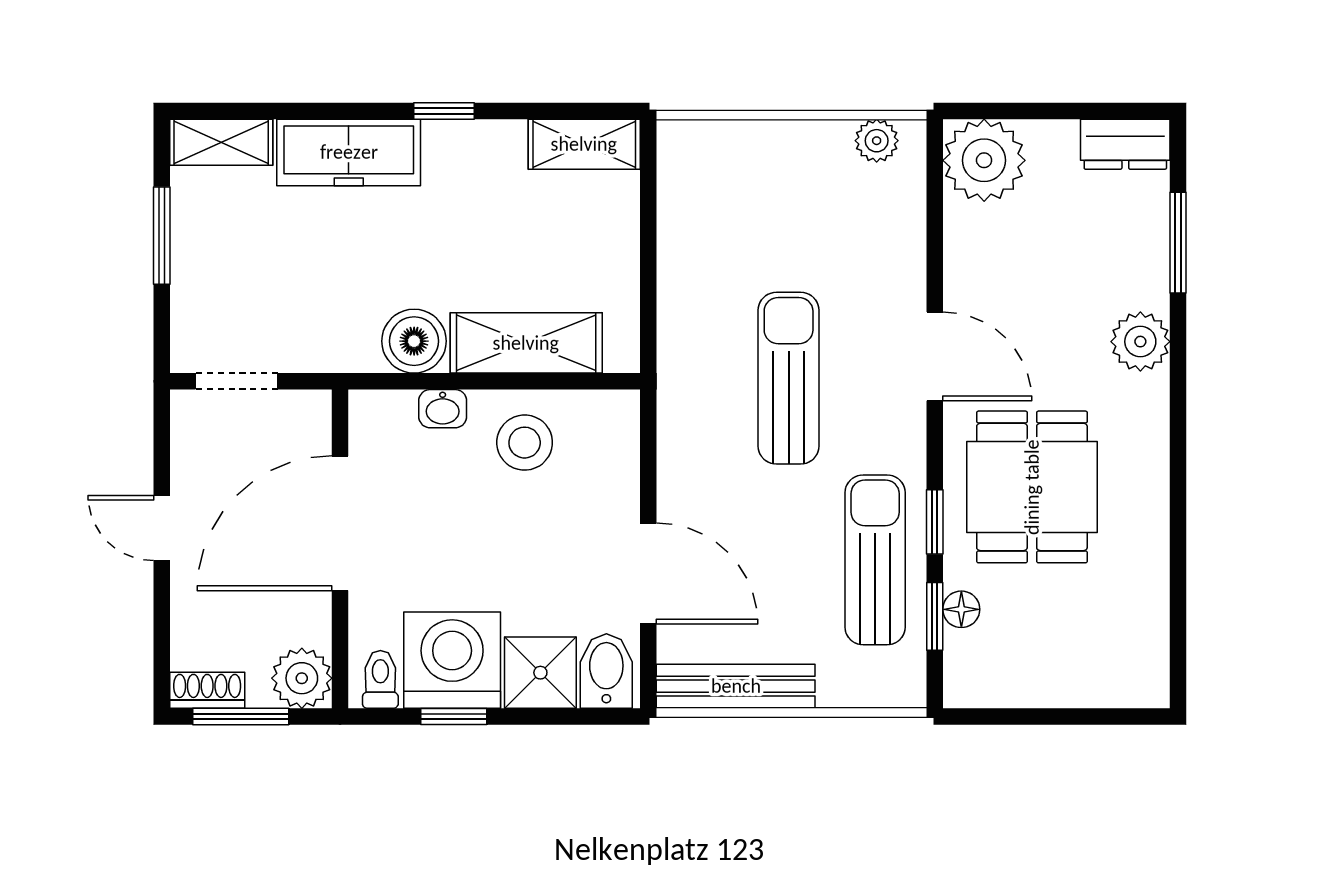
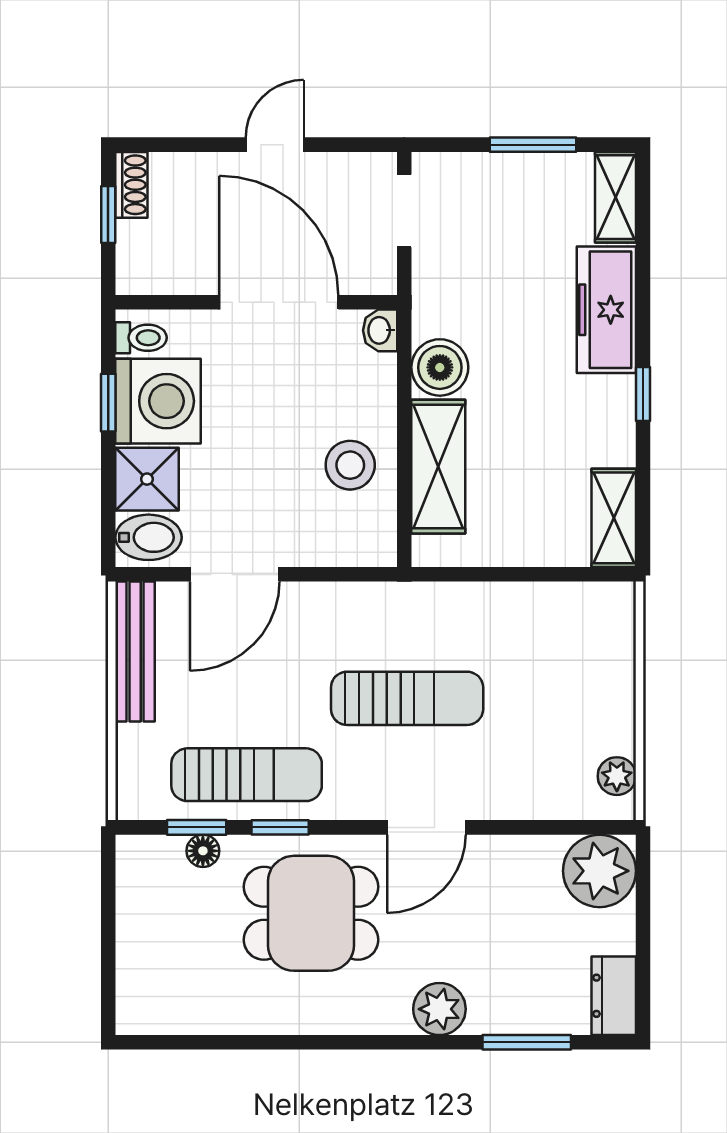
washbasin: (443, 409) -> (380, 330), moved
plant: (302, 678) -> (142, 268), removed
window: (241, 717) -> (108, 214), width x0.67

